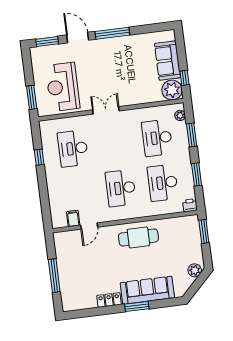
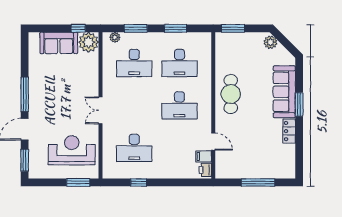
reception desk: (63, 87) -> (72, 150), turned 180
printer: (190, 205) -> (205, 170), moved

